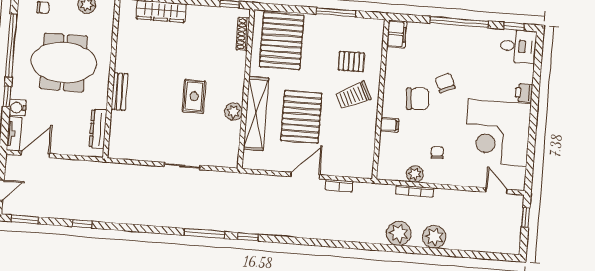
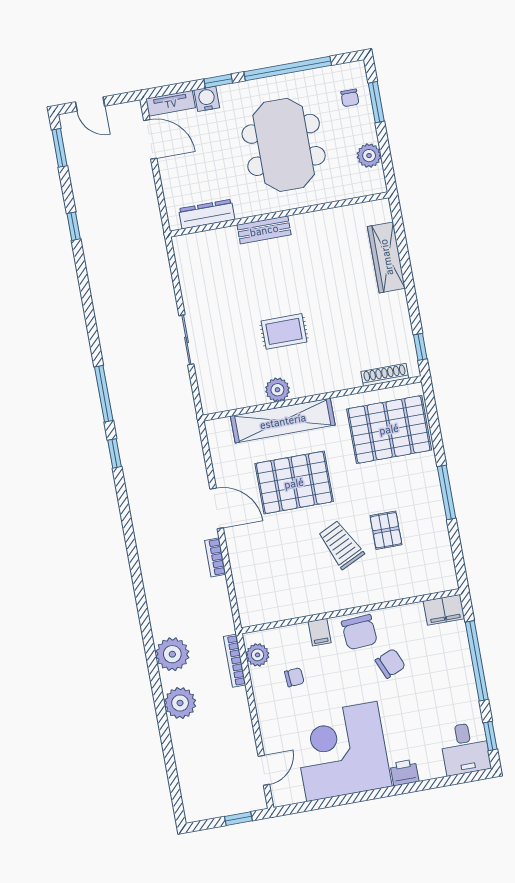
filing cabinet: (397, 34) -> (444, 610), moved
wall: (381, 99) -> (351, 611), moved
filing cabinet: (390, 125) -> (320, 632), moved

